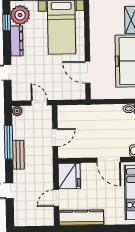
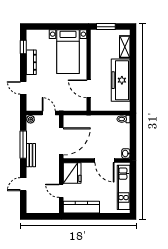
plant: (20, 15) -> (34, 41), removed
door: (55, 137) -> (61, 141), width x1.88
door: (56, 198) -> (61, 191), hinge flipped

